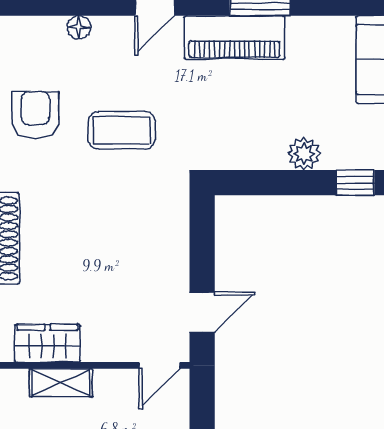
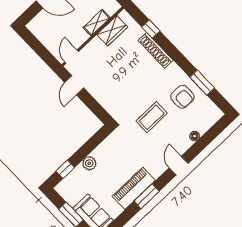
piano: (234, 37) -> (134, 188), moved

